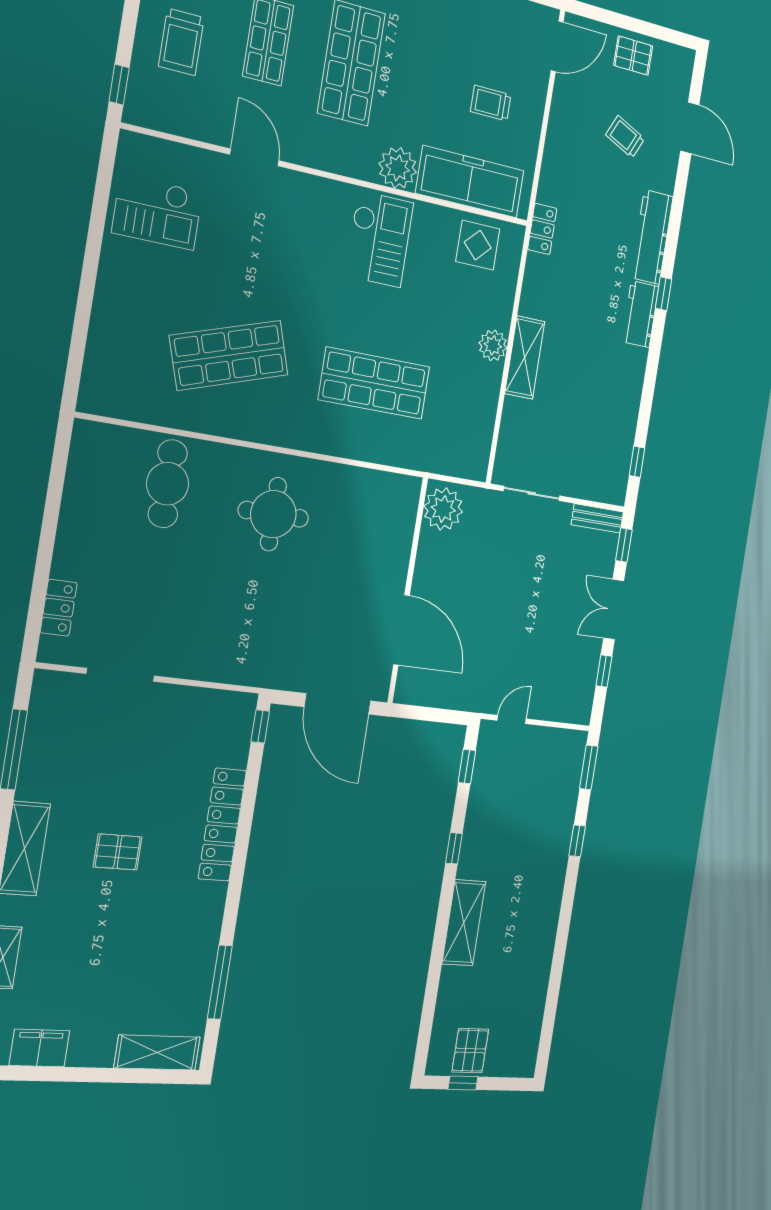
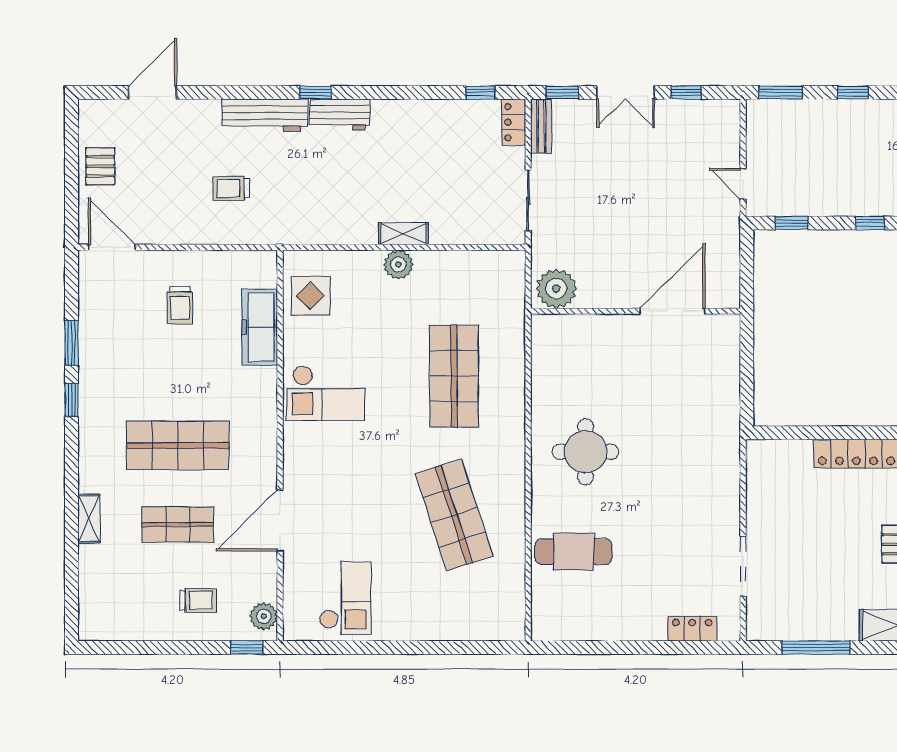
trolley: (181, 42) -> (198, 600), width x0.73, depth x0.72
trolley: (625, 137) -> (231, 189), moved, turned 64
door: (255, 158) -> (280, 520), width x1.36
plant: (398, 168) -> (264, 616), moved, width x0.73, depth x0.73
freezer: (470, 182) -> (260, 327), width x0.73, depth x0.79
locker: (542, 229) -> (514, 122), moved, turned -90
checkout: (379, 239) -> (325, 393), turned 180
shelving: (525, 357) -> (403, 234), width x0.67, depth x0.75
door: (338, 704) -> (747, 362), removed
window: (260, 726) -> (775, 433), removed

